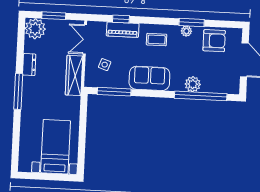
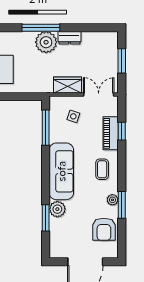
plant: (35, 29) -> (46, 42), moved
wardrobe: (74, 75) -> (67, 85), width x0.67
sofa: (149, 78) -> (61, 171), width x1.36
window: (201, 96) -> (46, 218), width x0.47

